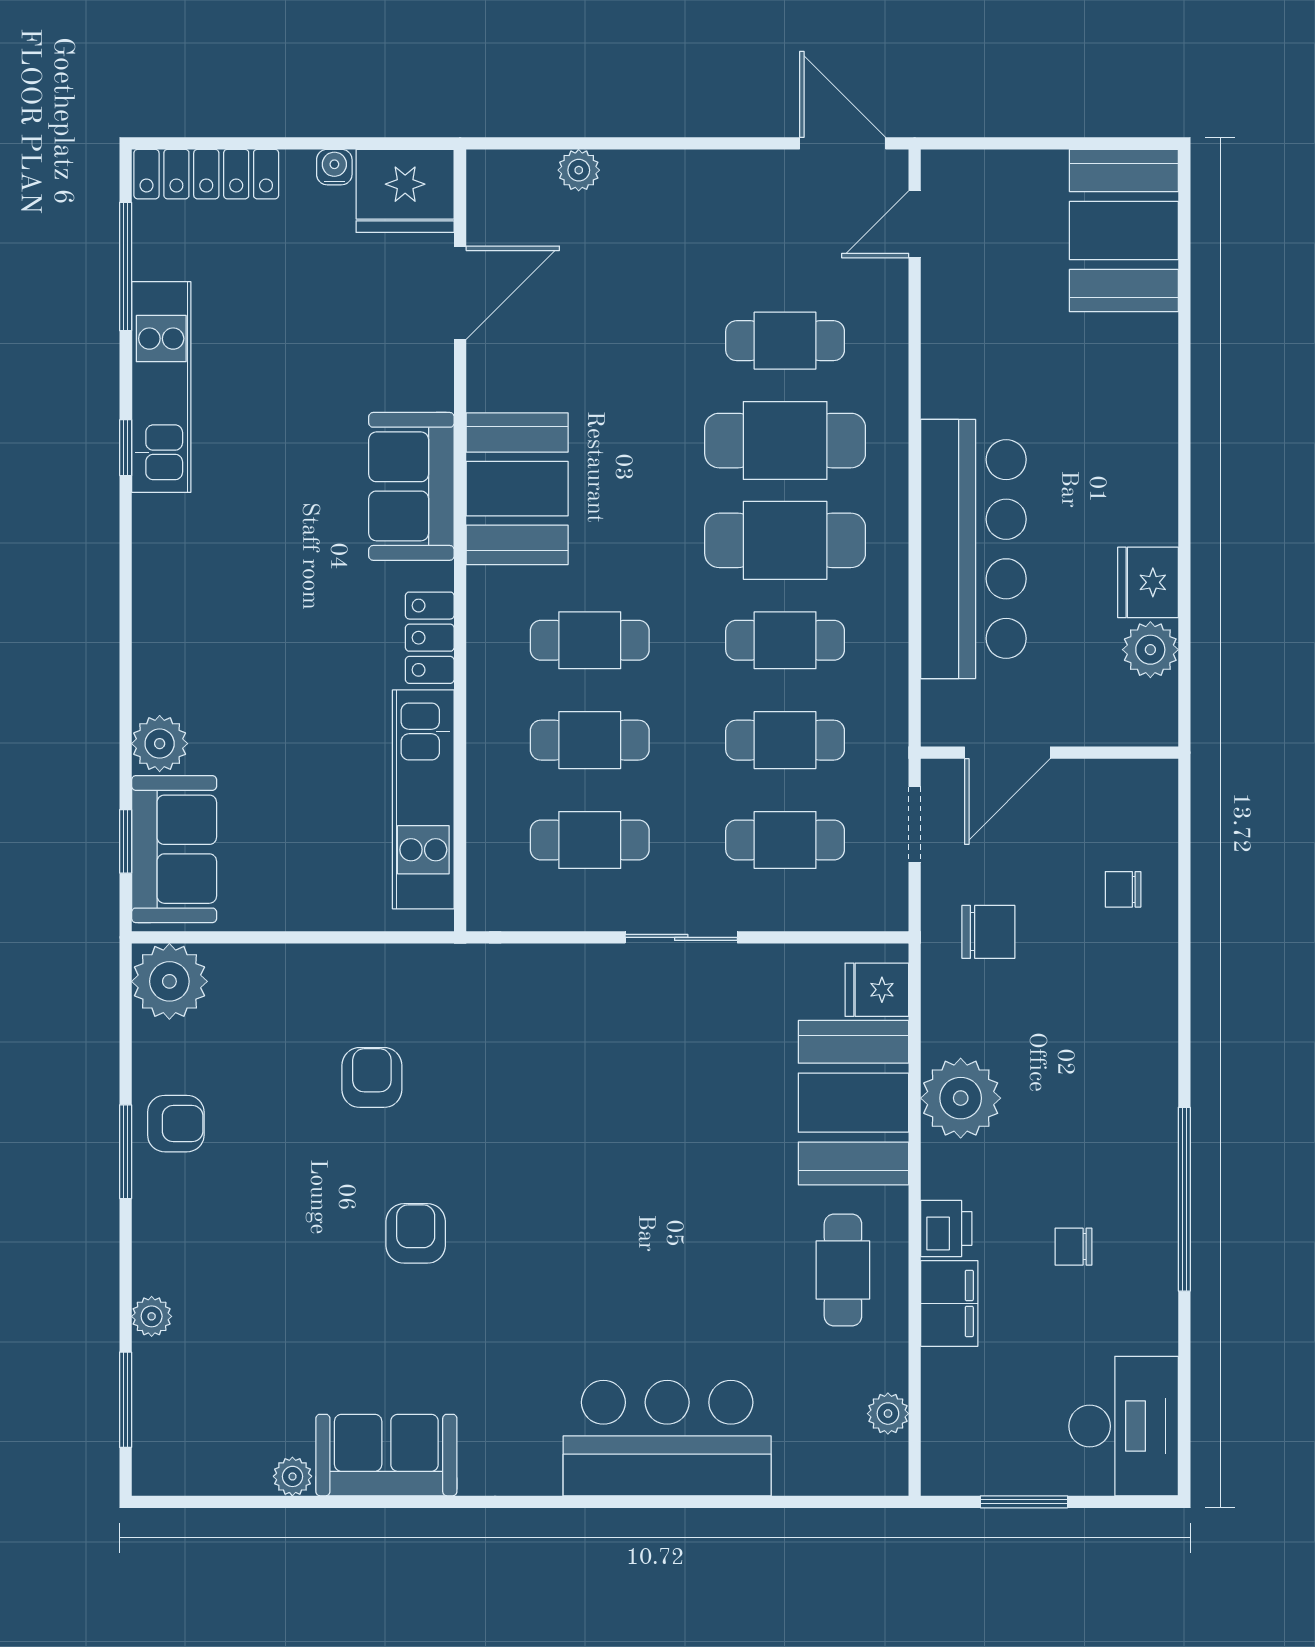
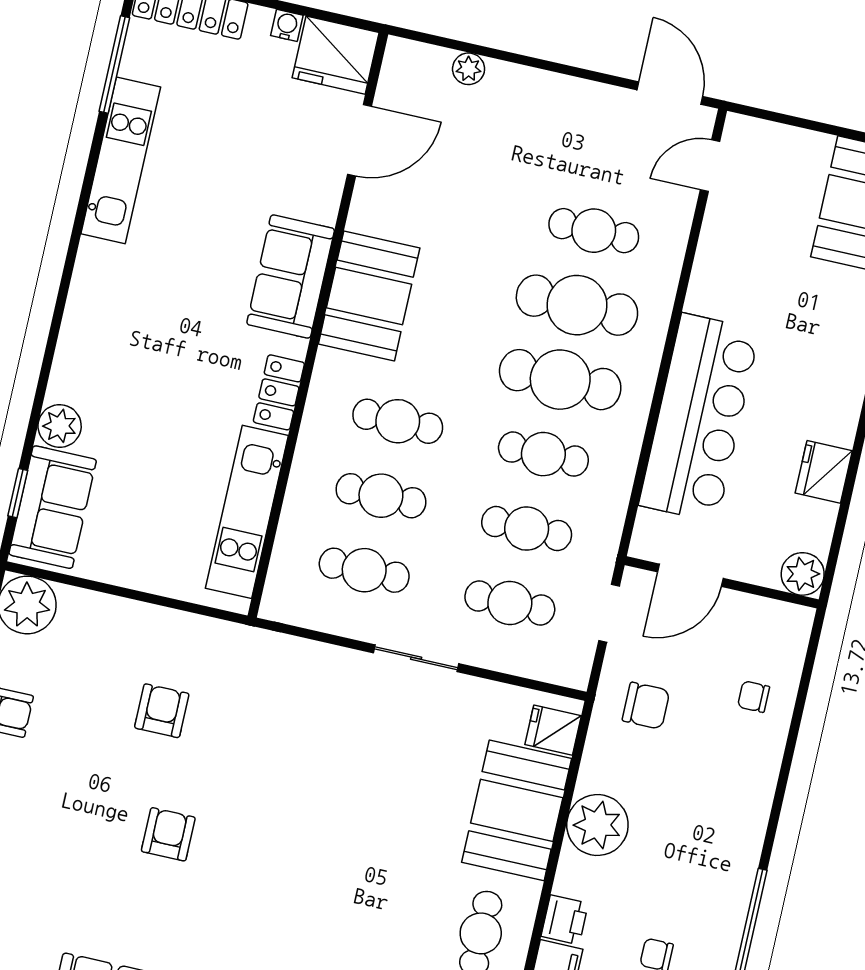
window: (126, 448) -> (84, 200), removed
plant: (1150, 650) -> (803, 574), moved

